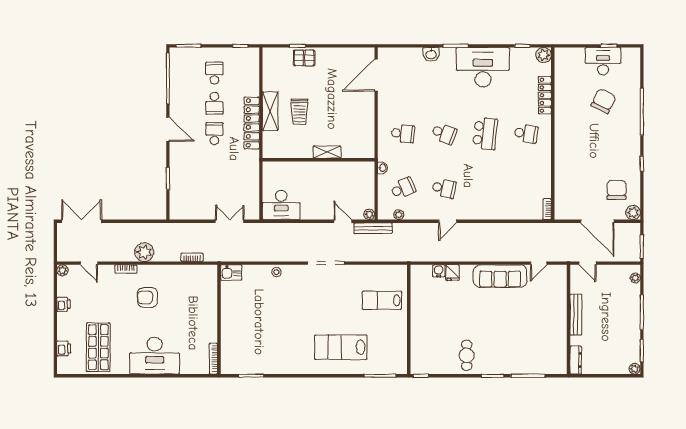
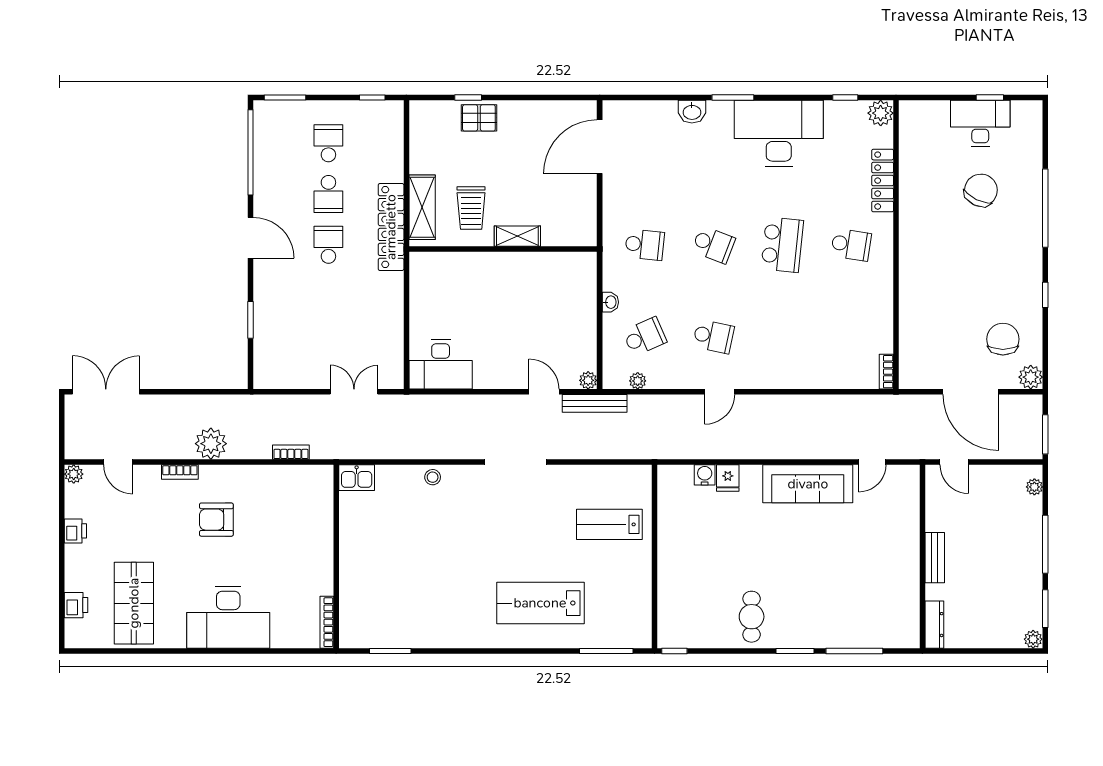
shelving: (327, 152) -> (517, 236), moved
wall: (318, 160) -> (503, 249), moved
bench: (576, 315) -> (935, 558), width x0.73

